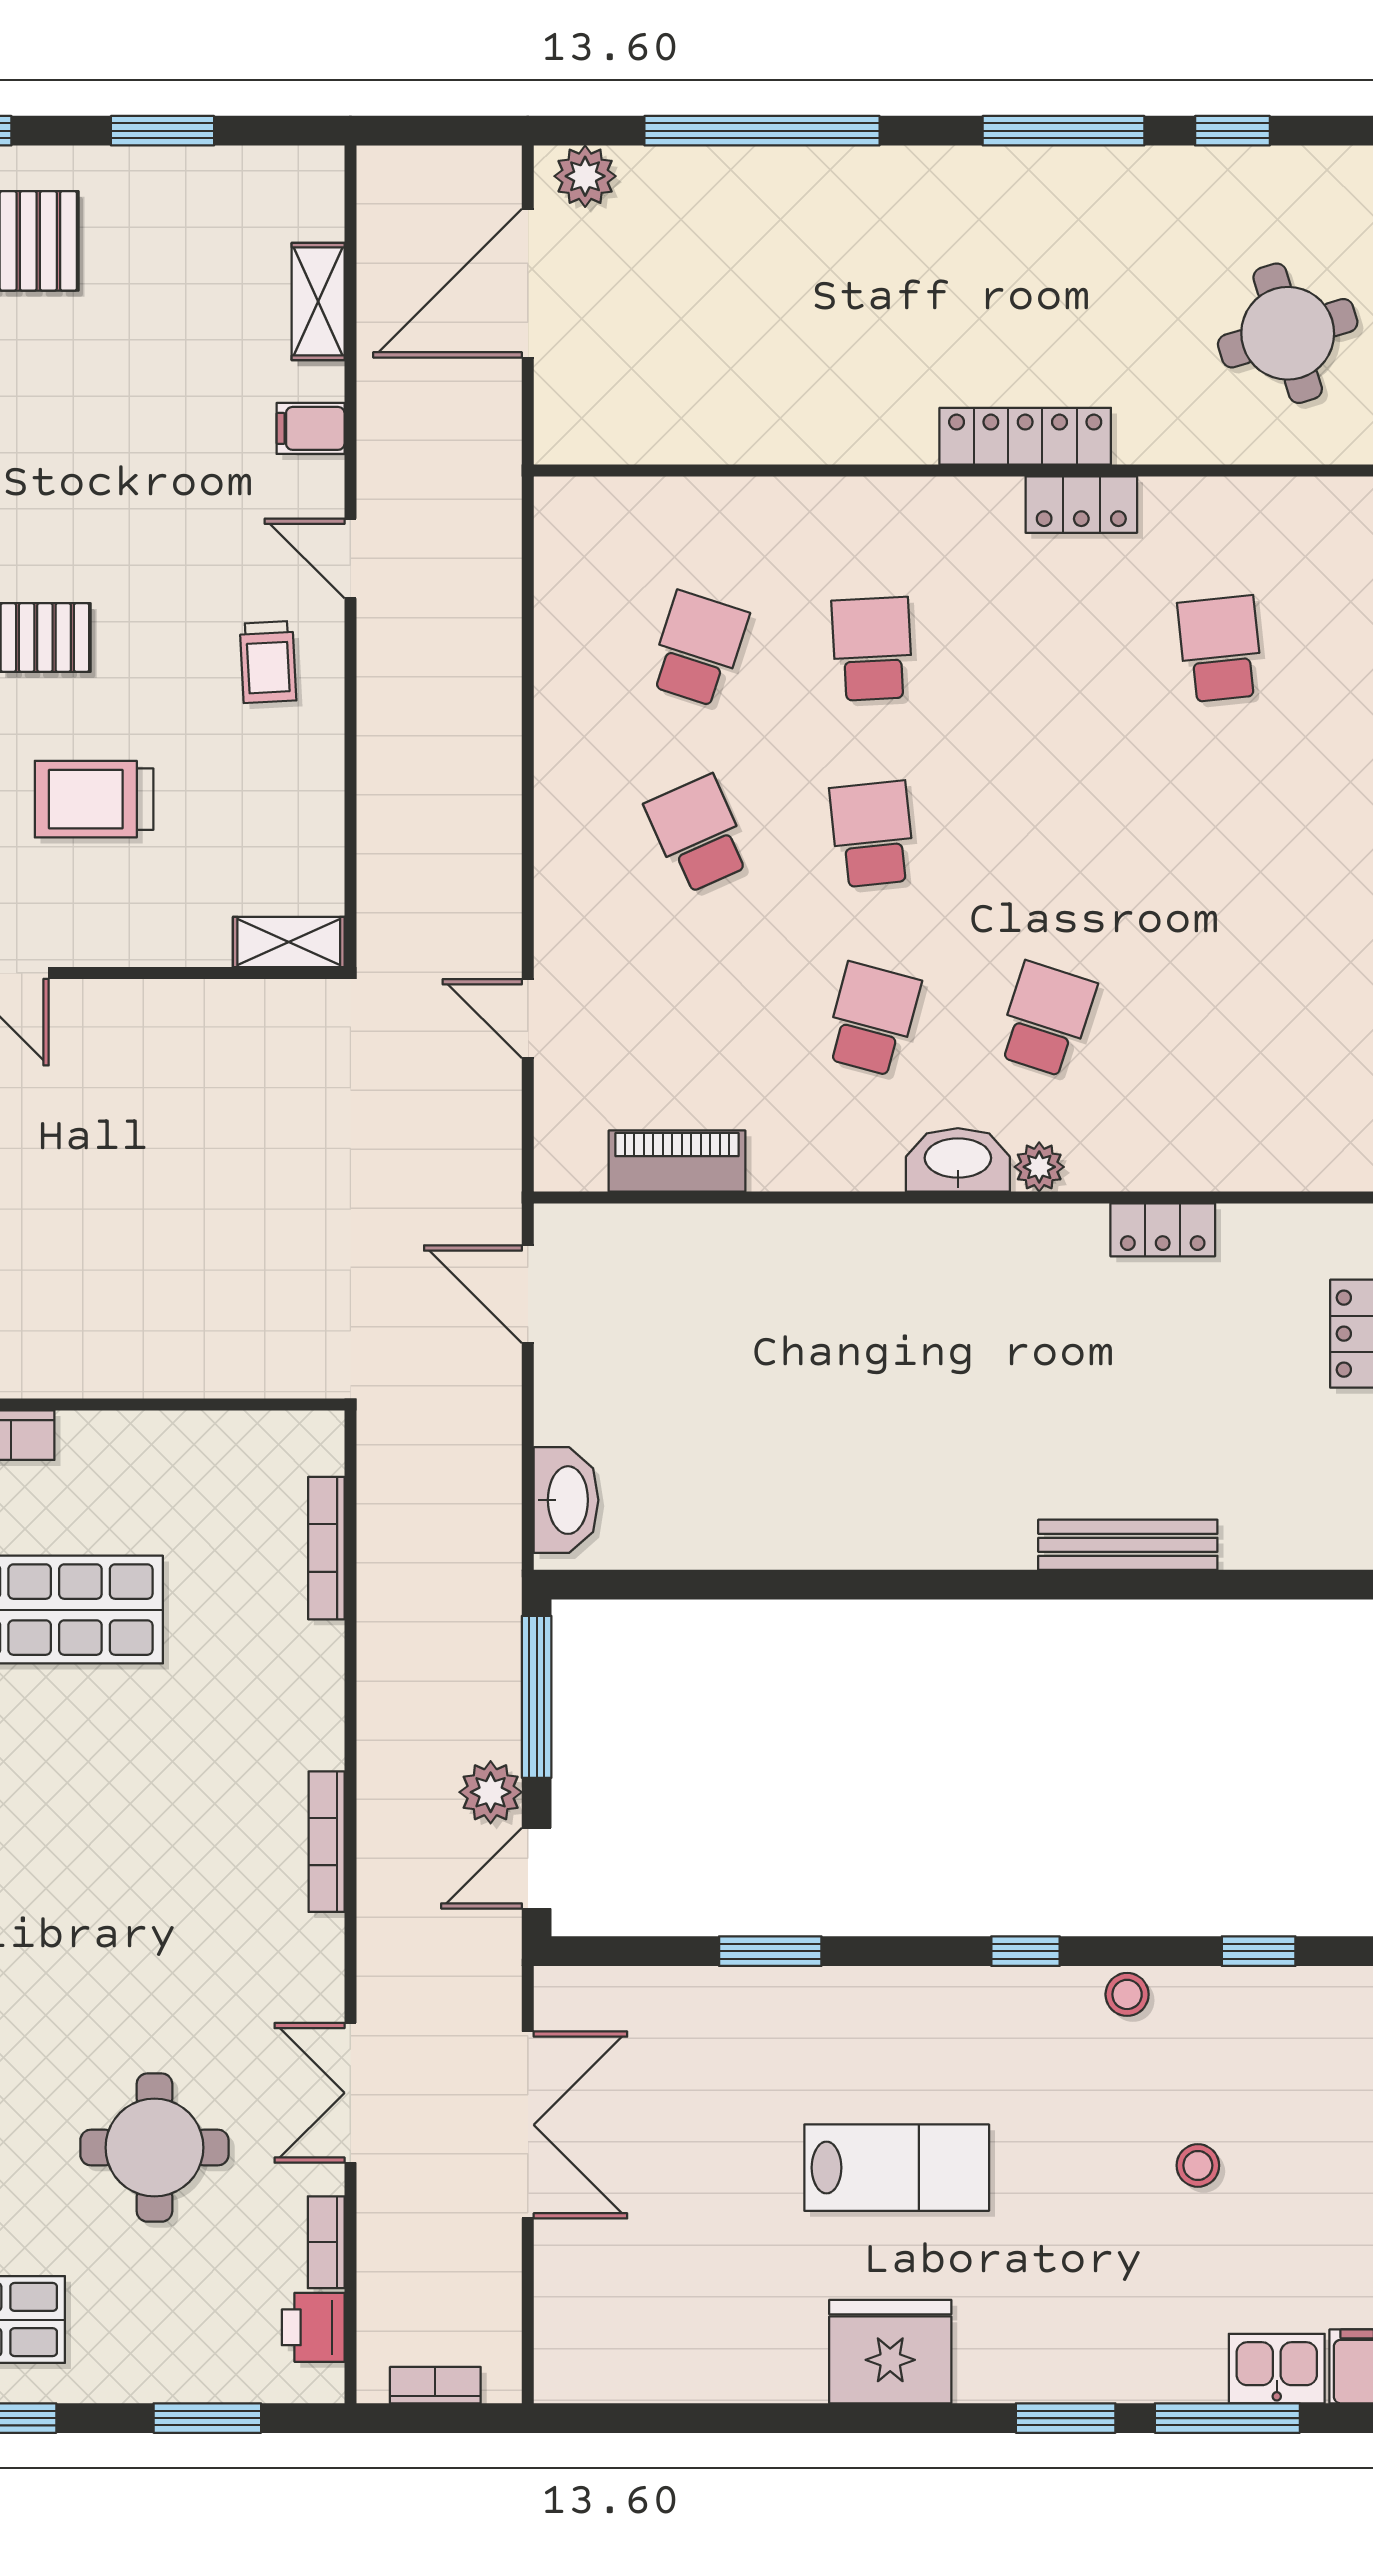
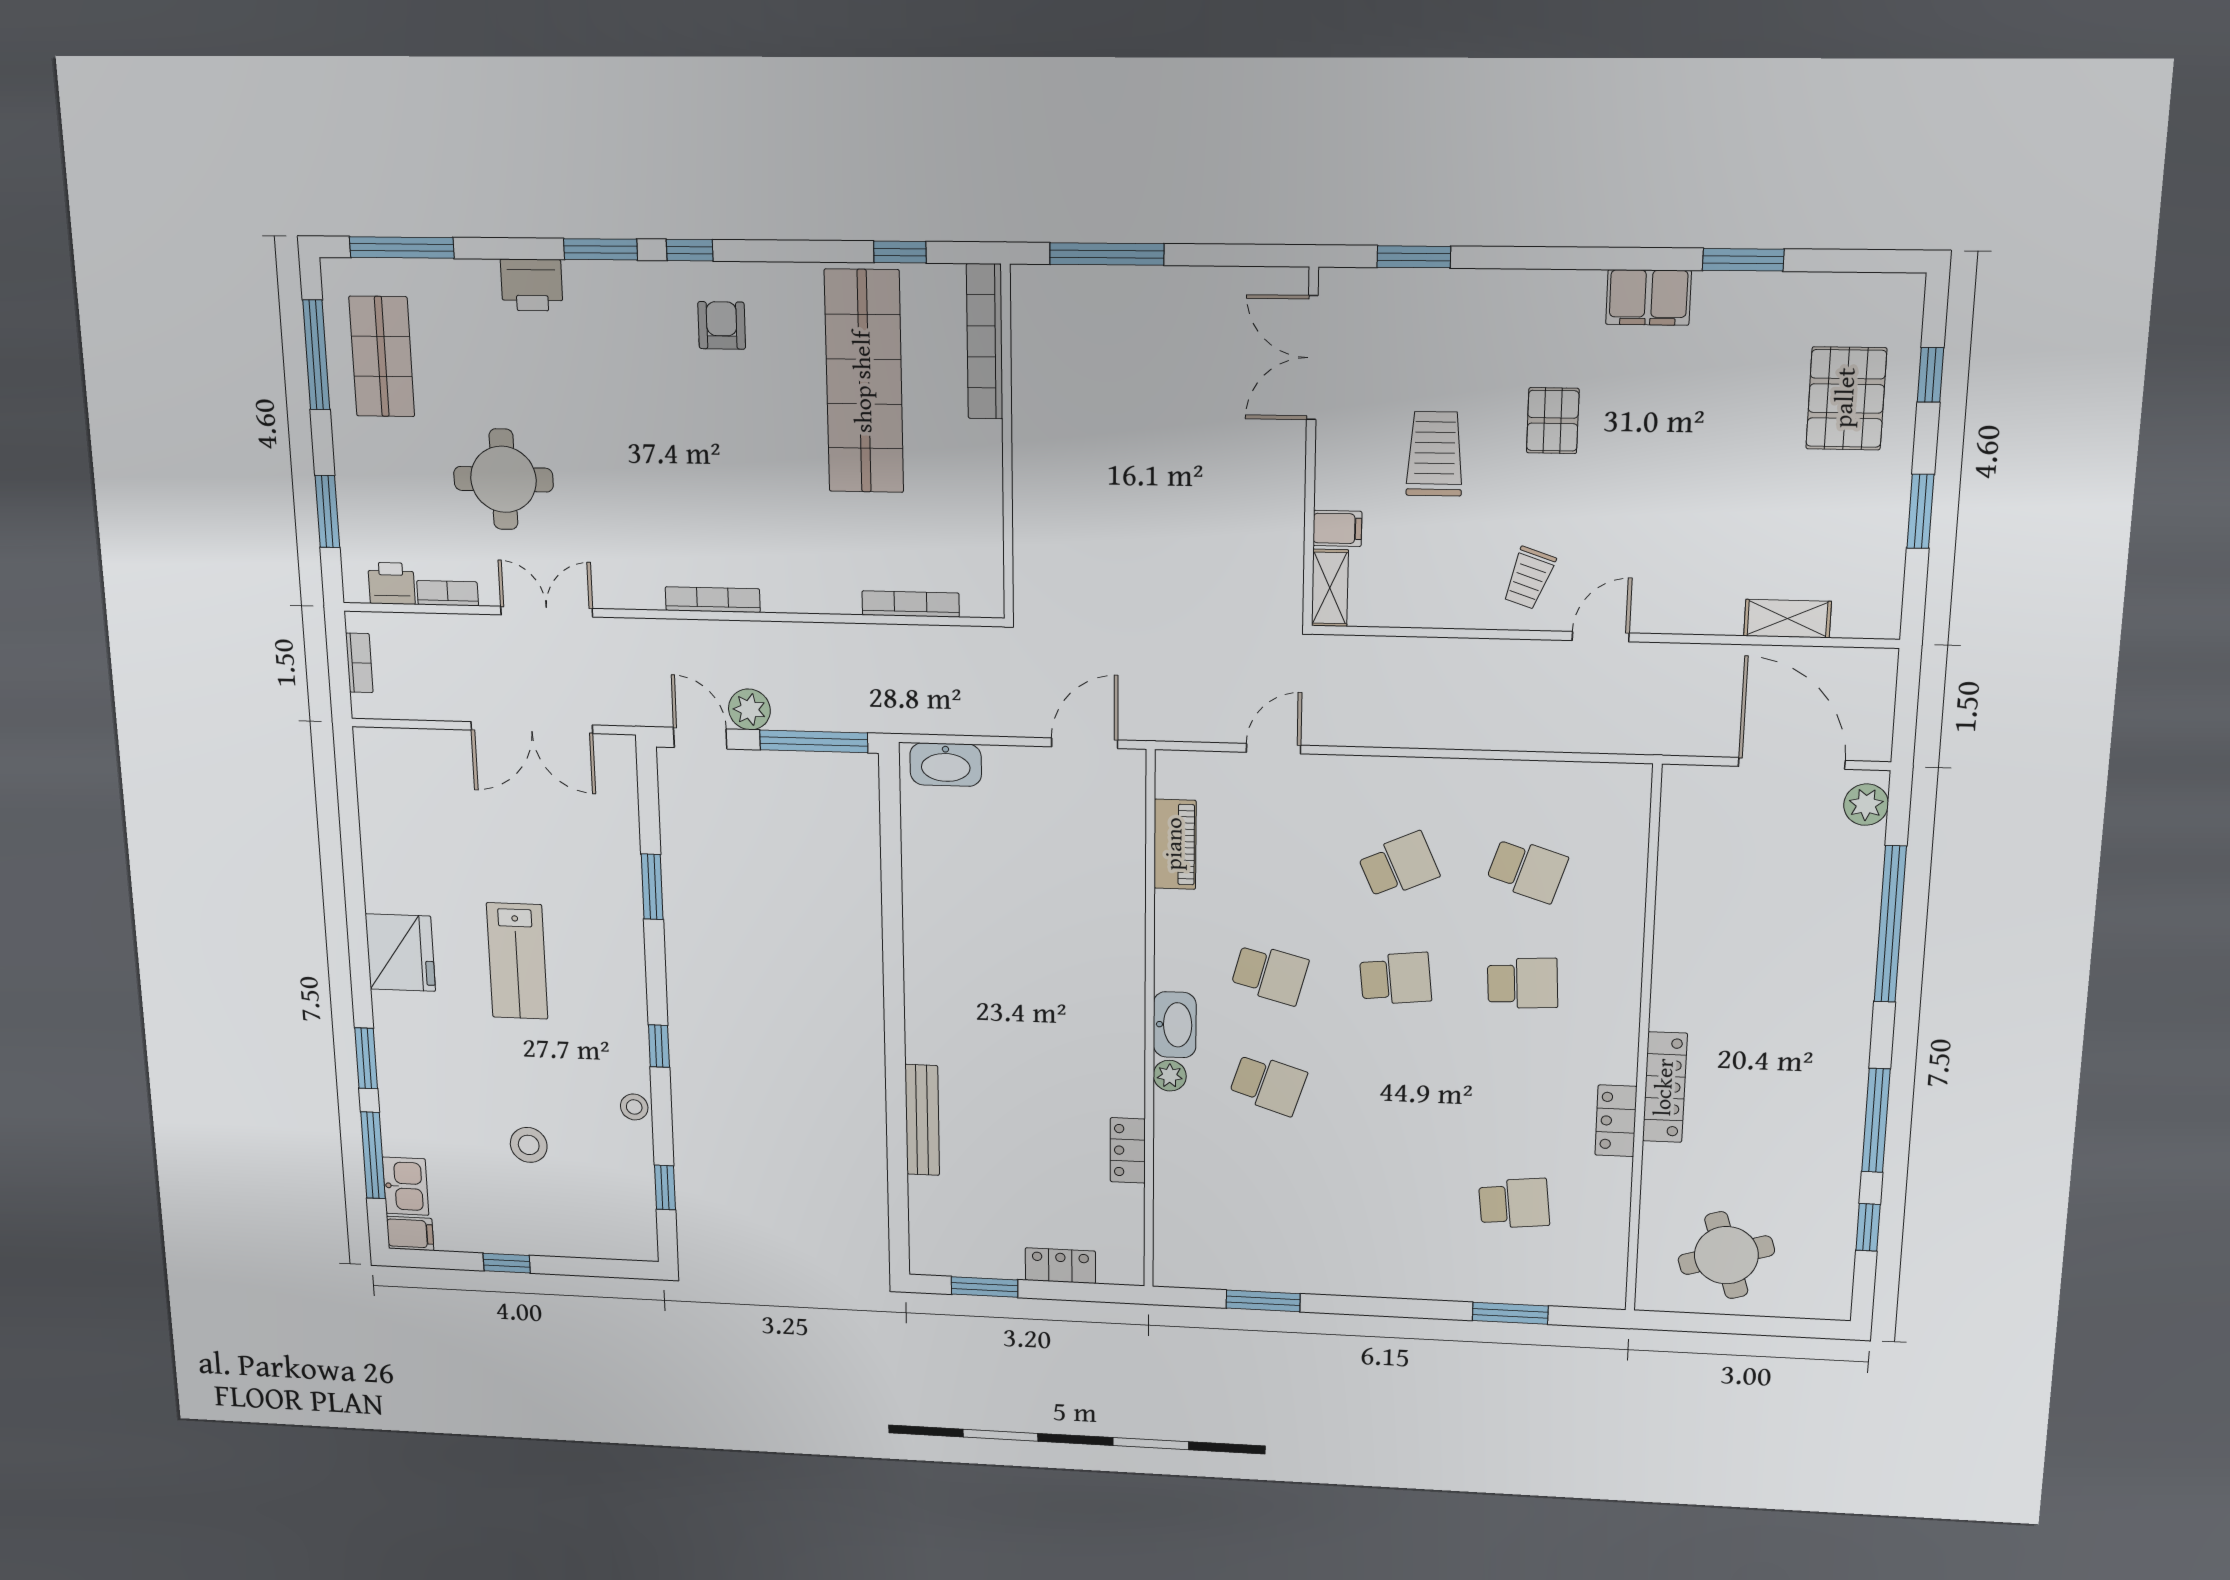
filing cabinet: (311, 428) -> (1337, 528), moved, turned 90
trolley: (268, 662) -> (1529, 578), turned -68
stool: (1198, 2165) -> (529, 1145), width x1.37, depth x1.37

